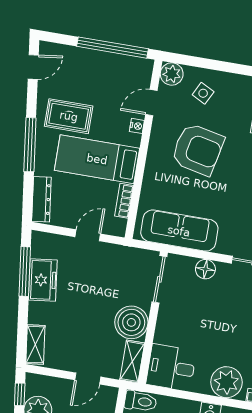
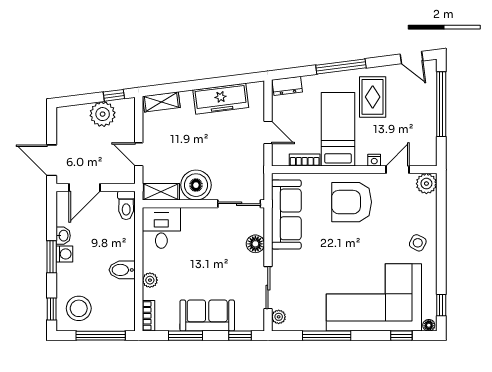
window: (113, 48) -> (441, 104), moved
side table: (203, 93) -> (418, 243), moved
door: (151, 103) -> (398, 170), hinge flipped
armchair: (198, 149) -> (352, 202), moved, turned 78
dresser: (41, 199) -> (287, 86), width x0.70
window: (25, 272) -> (226, 81), removed
freezer: (43, 280) -> (221, 99), width x1.40
plant: (227, 382) -> (150, 280), width x0.53, depth x0.53

